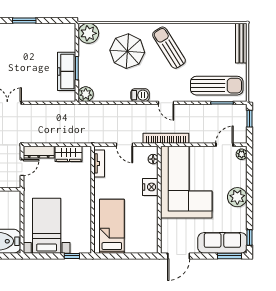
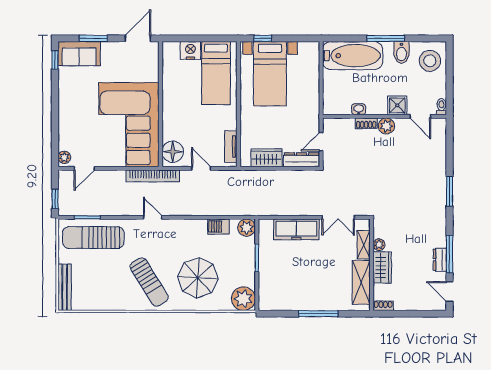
window: (24, 21) -> (318, 314), width x1.44
freezer: (67, 71) -> (296, 229), moved, turned 90
barbecue: (140, 95) -> (218, 226), moved
floor lamp: (153, 159) -> (173, 152), width x1.89, depth x1.89
nightstand: (150, 187) -> (190, 50), moved, turned 90
plant: (237, 197) -> (69, 107), removed
bed with nightstands: (47, 226) -> (270, 74), moved
sofa: (222, 243) -> (79, 54), width x0.73
window: (230, 256) -> (93, 38), moved

